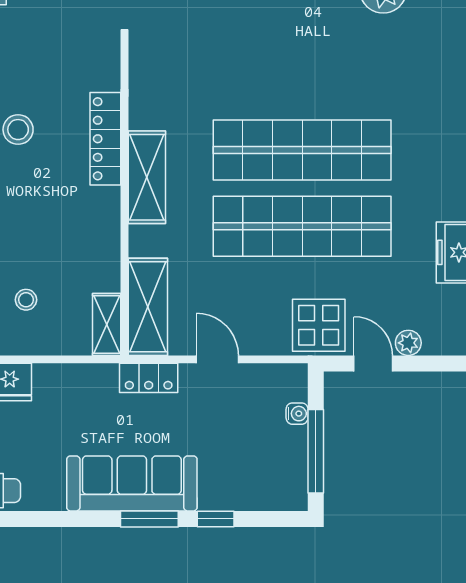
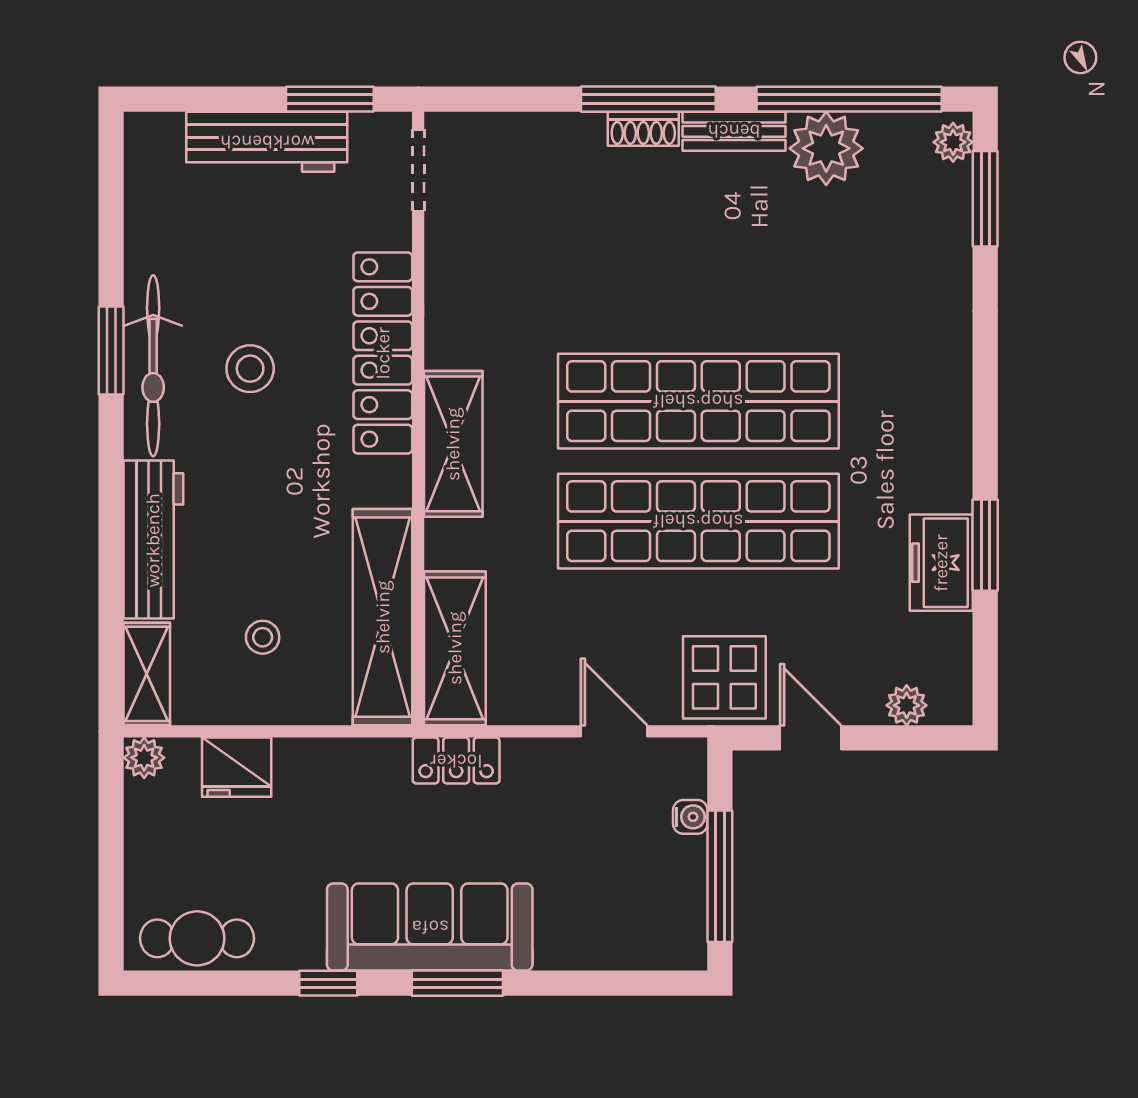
locker: (105, 139) -> (383, 353), width x1.41, depth x1.21
shelving: (107, 324) -> (383, 617), width x2.20, depth x1.33
plant: (408, 343) -> (907, 705), moved
door: (217, 359) -> (614, 731), moved
window: (216, 519) -> (328, 983), moved

